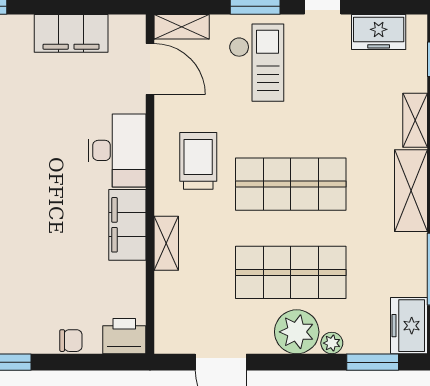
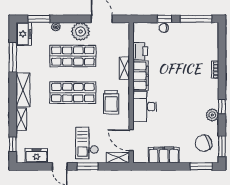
plant: (297, 332) -> (81, 31), moved
printer: (124, 336) -> (140, 51), moved, turned -90
window: (69, 362) -> (164, 19), added

